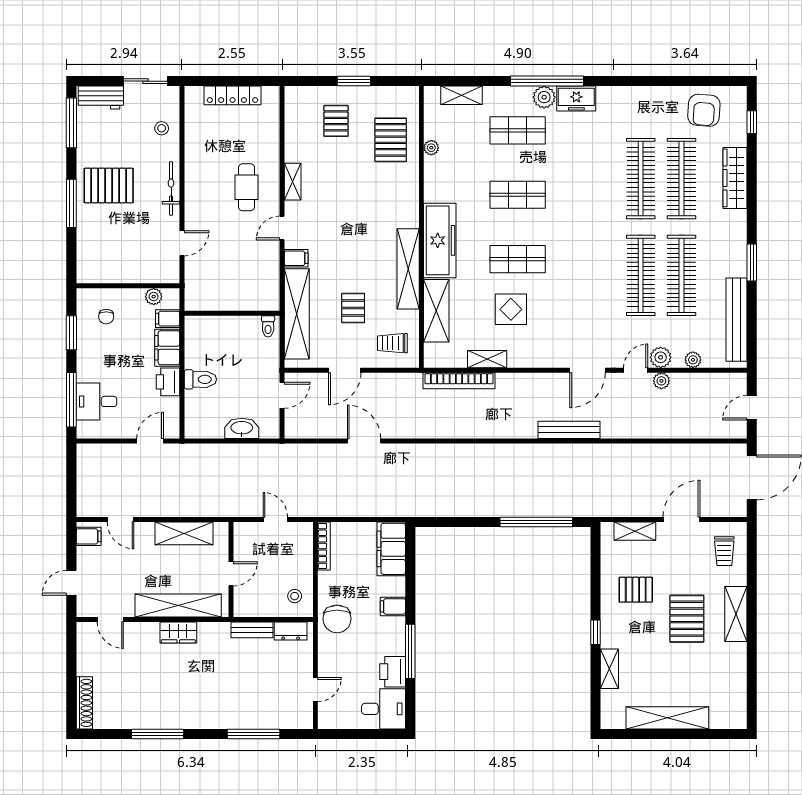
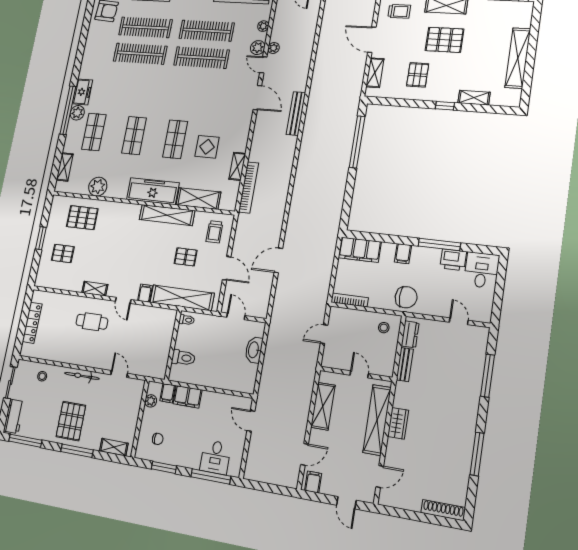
plant: (431, 148) -> (98, 187), width x1.88, depth x1.88
shelving: (85, 256) -> (114, 447), added
toilet: (200, 379) -> (183, 358), moved, turned 90
printer: (168, 382) -> (211, 400), removed

